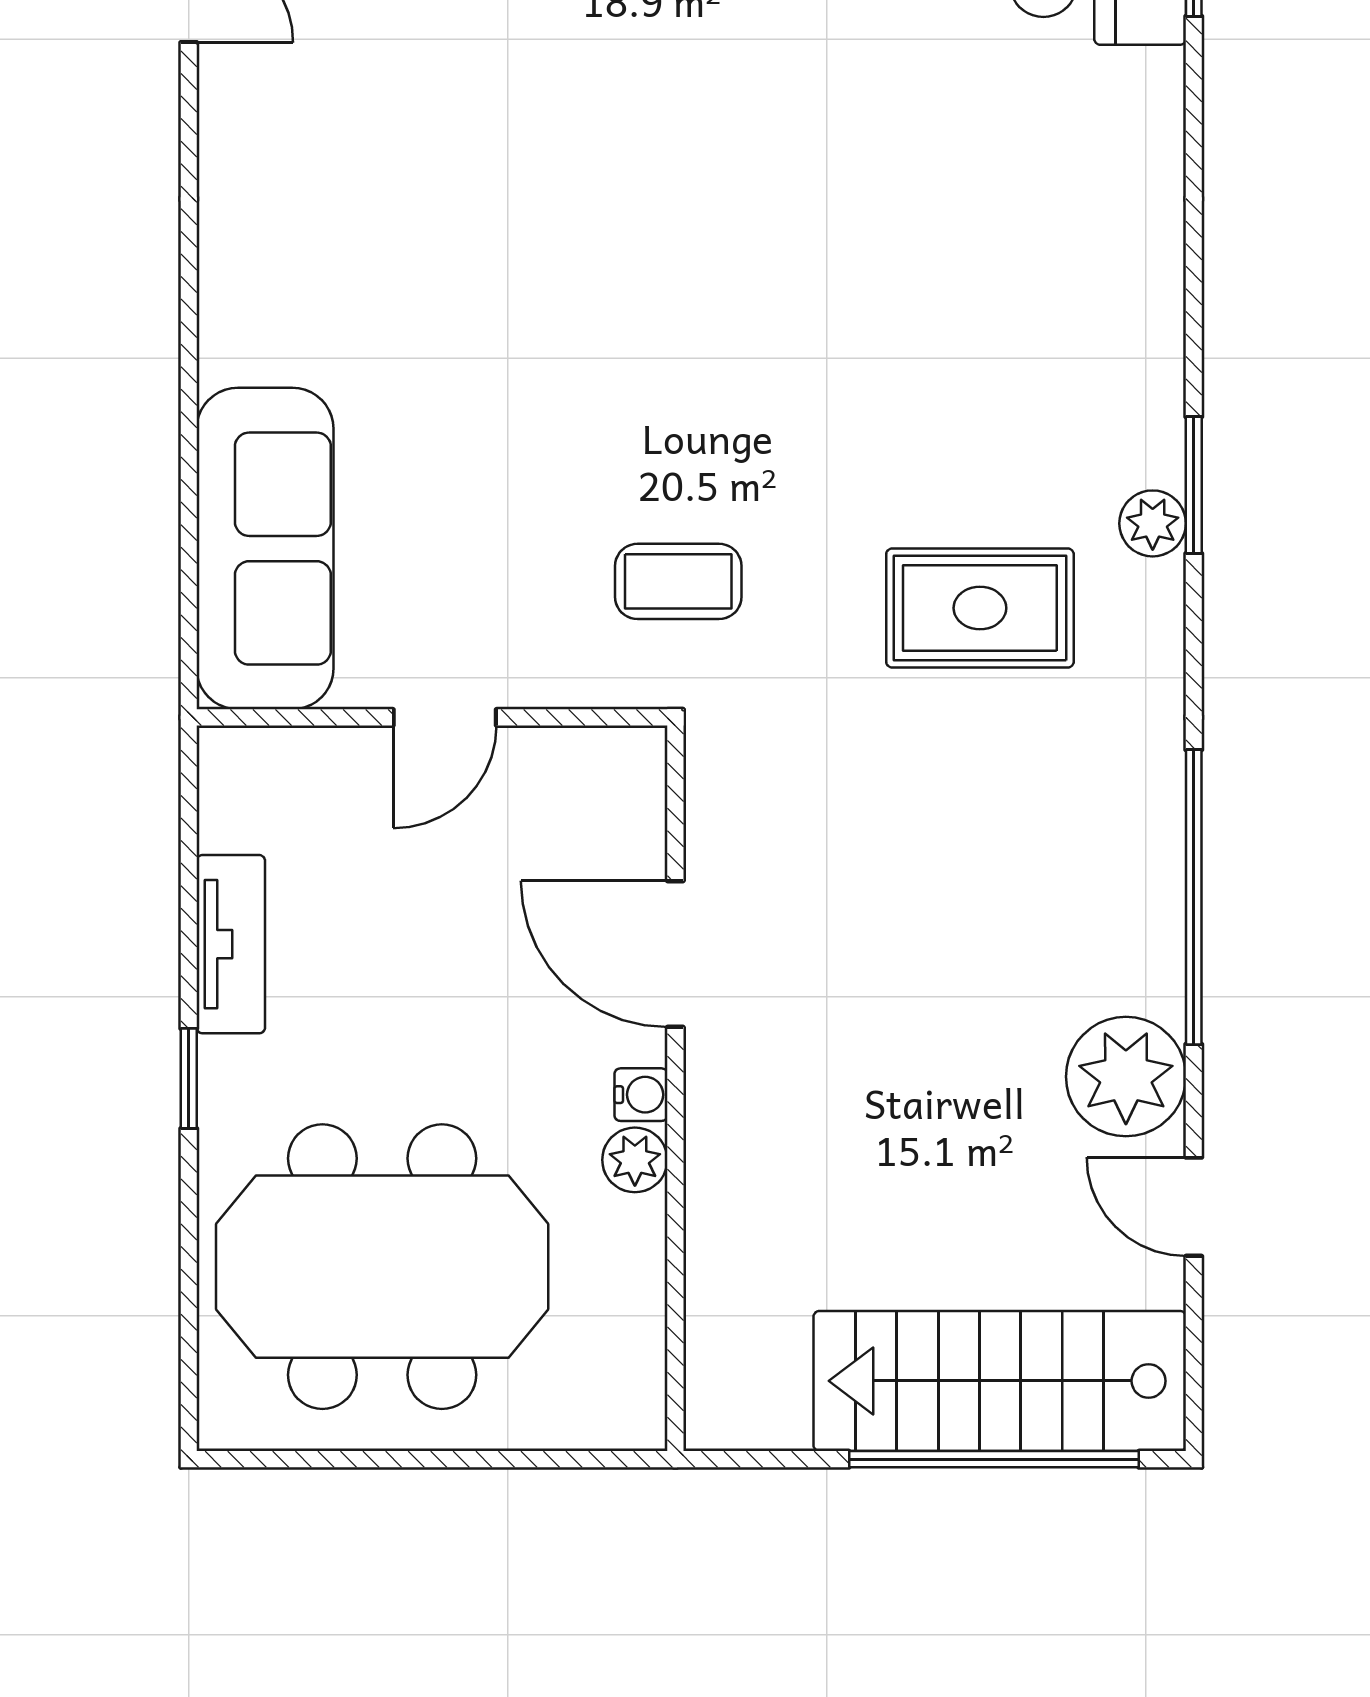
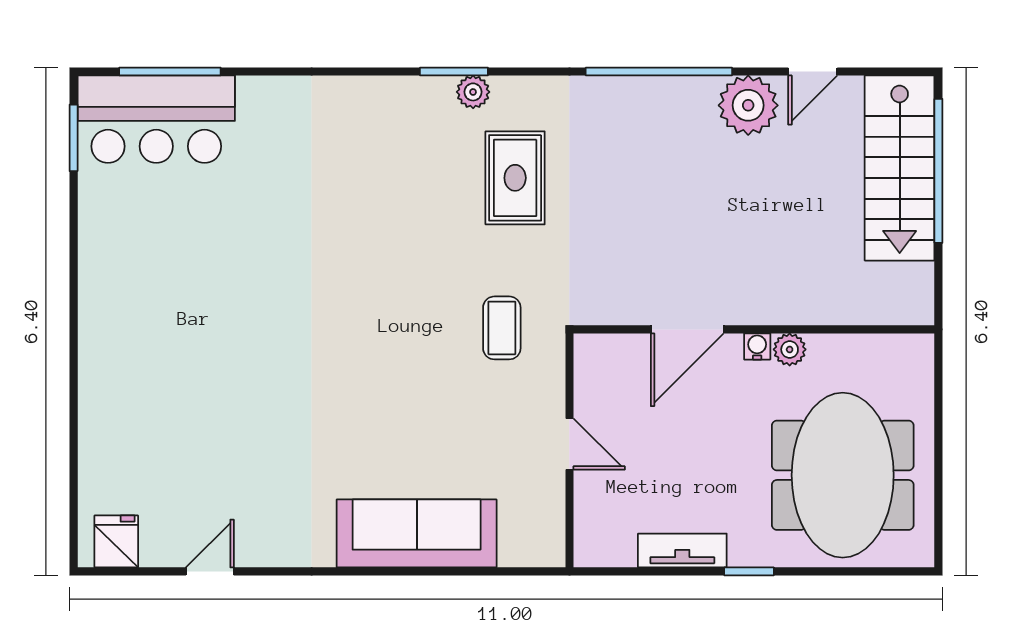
sofa: (265, 549) -> (417, 533), moved

